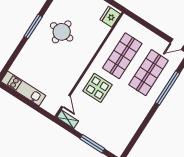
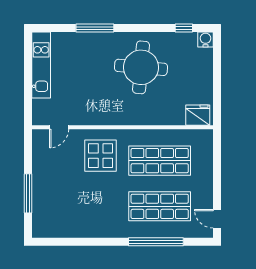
window: (33, 27) -> (95, 28), moved
round table: (62, 32) -> (141, 67), width x1.36, depth x1.36
shelving: (68, 119) -> (38, 144), removed

